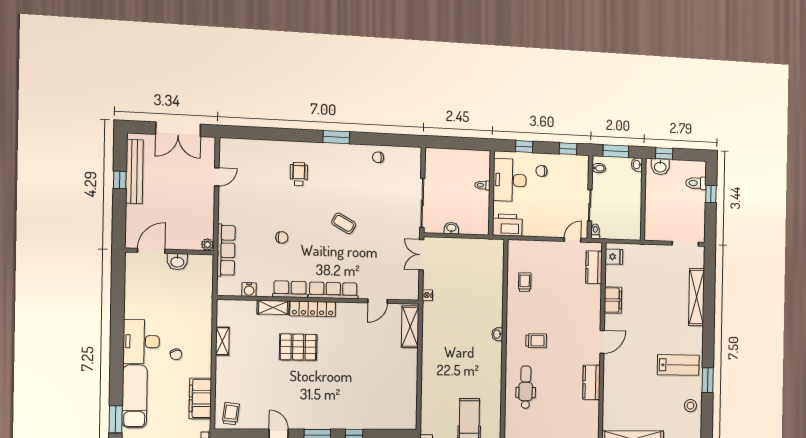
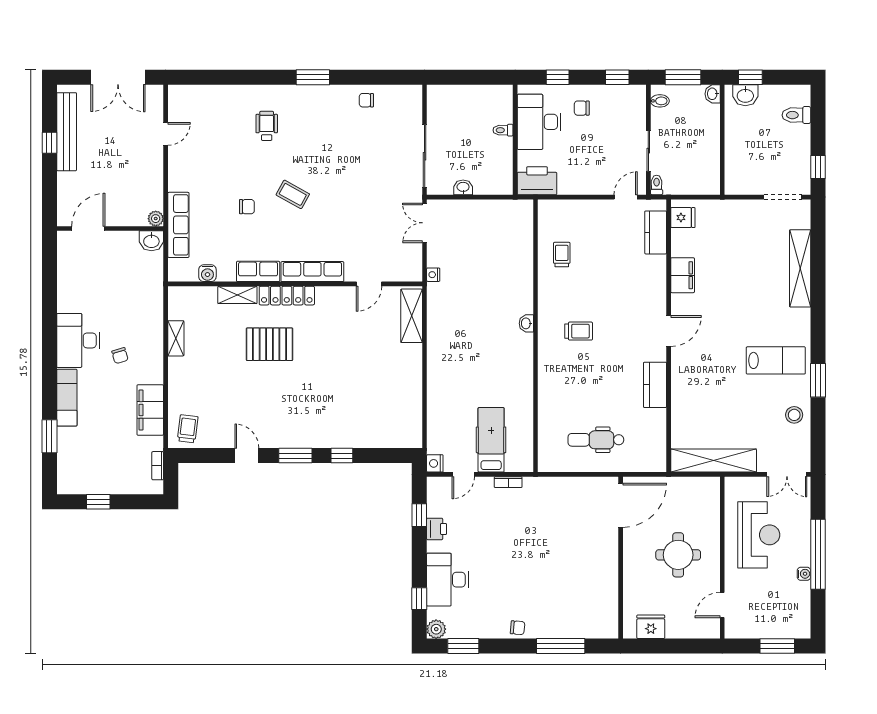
window: (711, 194) -> (818, 167), moved
coffee table: (344, 223) -> (293, 194), moved
washbasin: (177, 262) -> (151, 241), moved
dental chair: (526, 387) -> (596, 440), moved, turned -90
exam couch: (135, 396) -> (67, 398), width x0.73, depth x0.69

